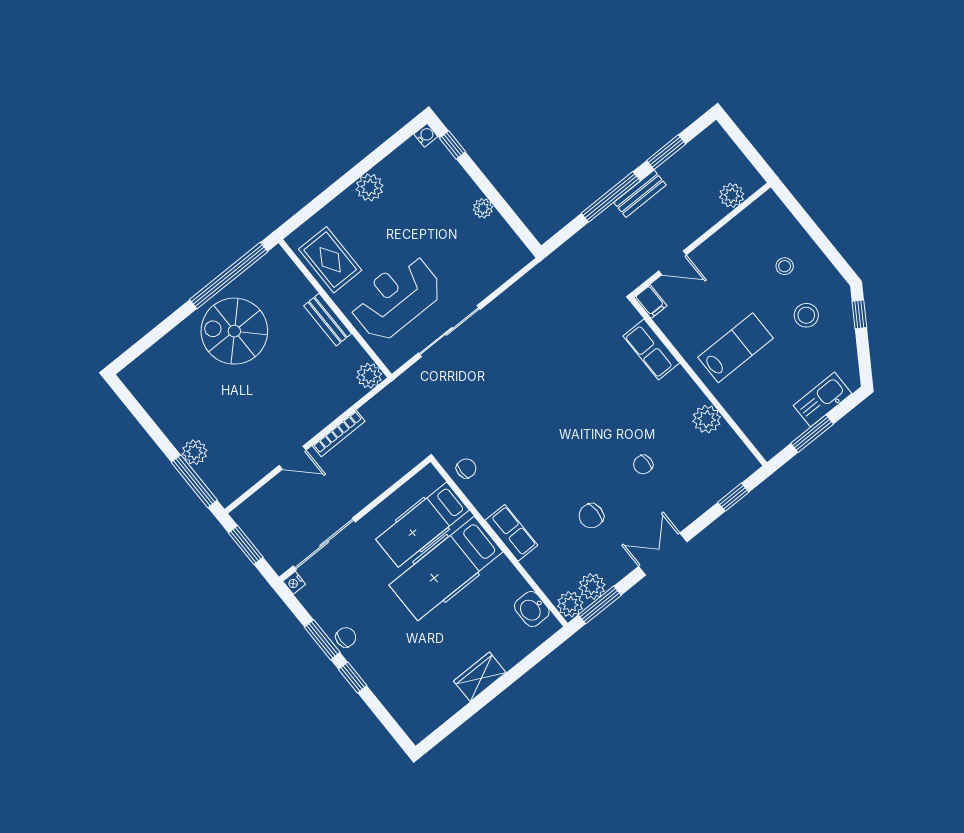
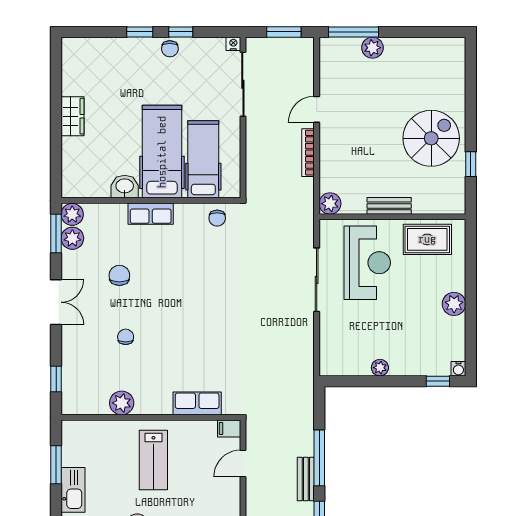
window: (229, 276) -> (471, 164), width x0.32
washbasin: (532, 609) -> (125, 187), moved
window: (322, 640) -> (181, 32), width x0.67

